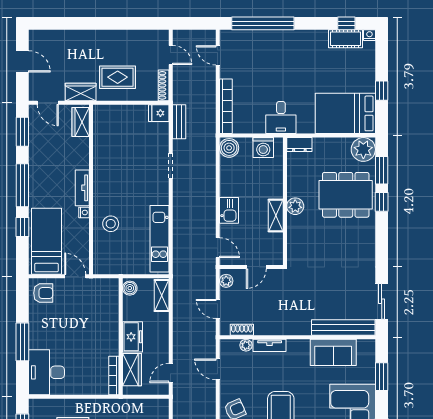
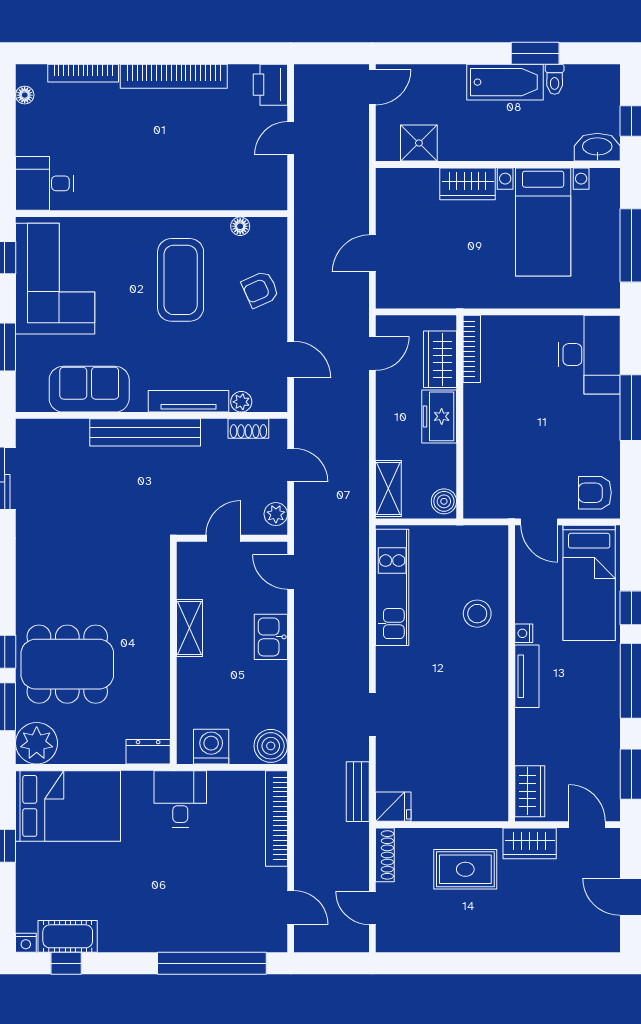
plant: (295, 206) -> (155, 644), removed
bench: (343, 328) -> (145, 432), moved
tv unit: (270, 345) -> (188, 401), width x1.41

